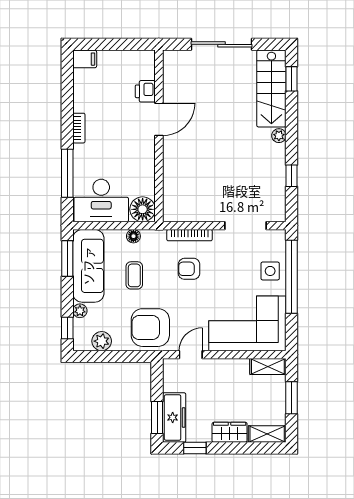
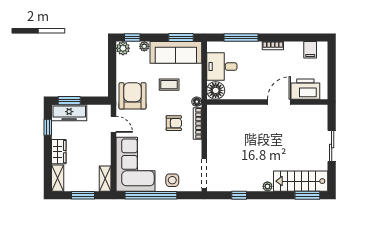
sliding door: (221, 44) -> (332, 146), width x0.73
filing cabinet: (85, 59) -> (310, 50), moved
window: (292, 79) -> (307, 195), width x1.50
printer: (145, 91) -> (305, 89), width x1.87, depth x1.48
door: (159, 119) -> (279, 102), swing flipped
desk: (101, 201) -> (222, 67), width x0.73
doorway: (245, 226) -> (204, 173), moved
floor lamp: (133, 236) -> (197, 102), moved
armchair: (189, 269) -> (174, 123), turned 90
window: (292, 277) -> (151, 195), moved
plant: (102, 341) -> (123, 48), moved

